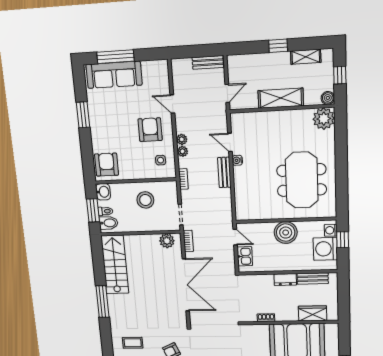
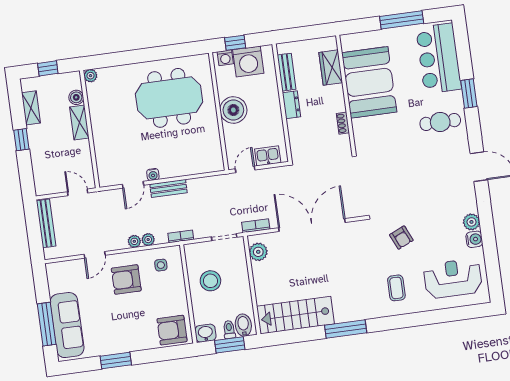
bench: (208, 62) -> (46, 223), width x1.36
shelving: (281, 98) -> (79, 123), width x0.67, depth x0.75
boiler: (328, 98) -> (76, 97), moved
plant: (324, 119) -> (90, 76), width x0.53, depth x0.53

